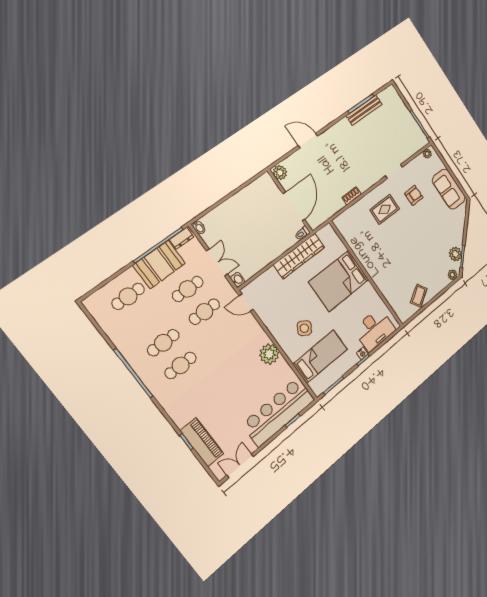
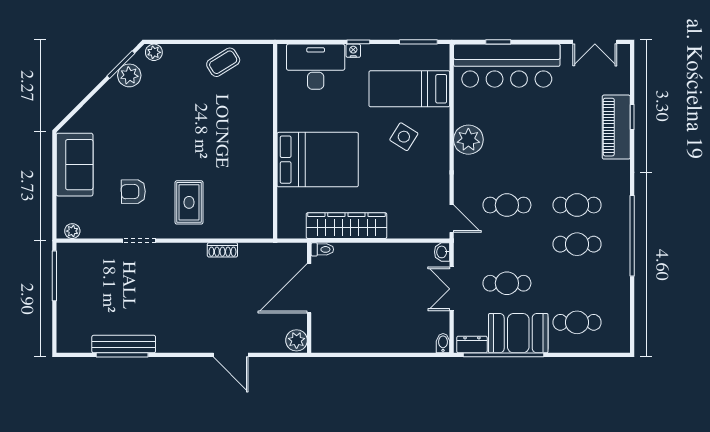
rug: (385, 209) -> (189, 202), turned 90
cafe table: (204, 312) -> (507, 205), moved
piano: (202, 442) -> (616, 127), moved

